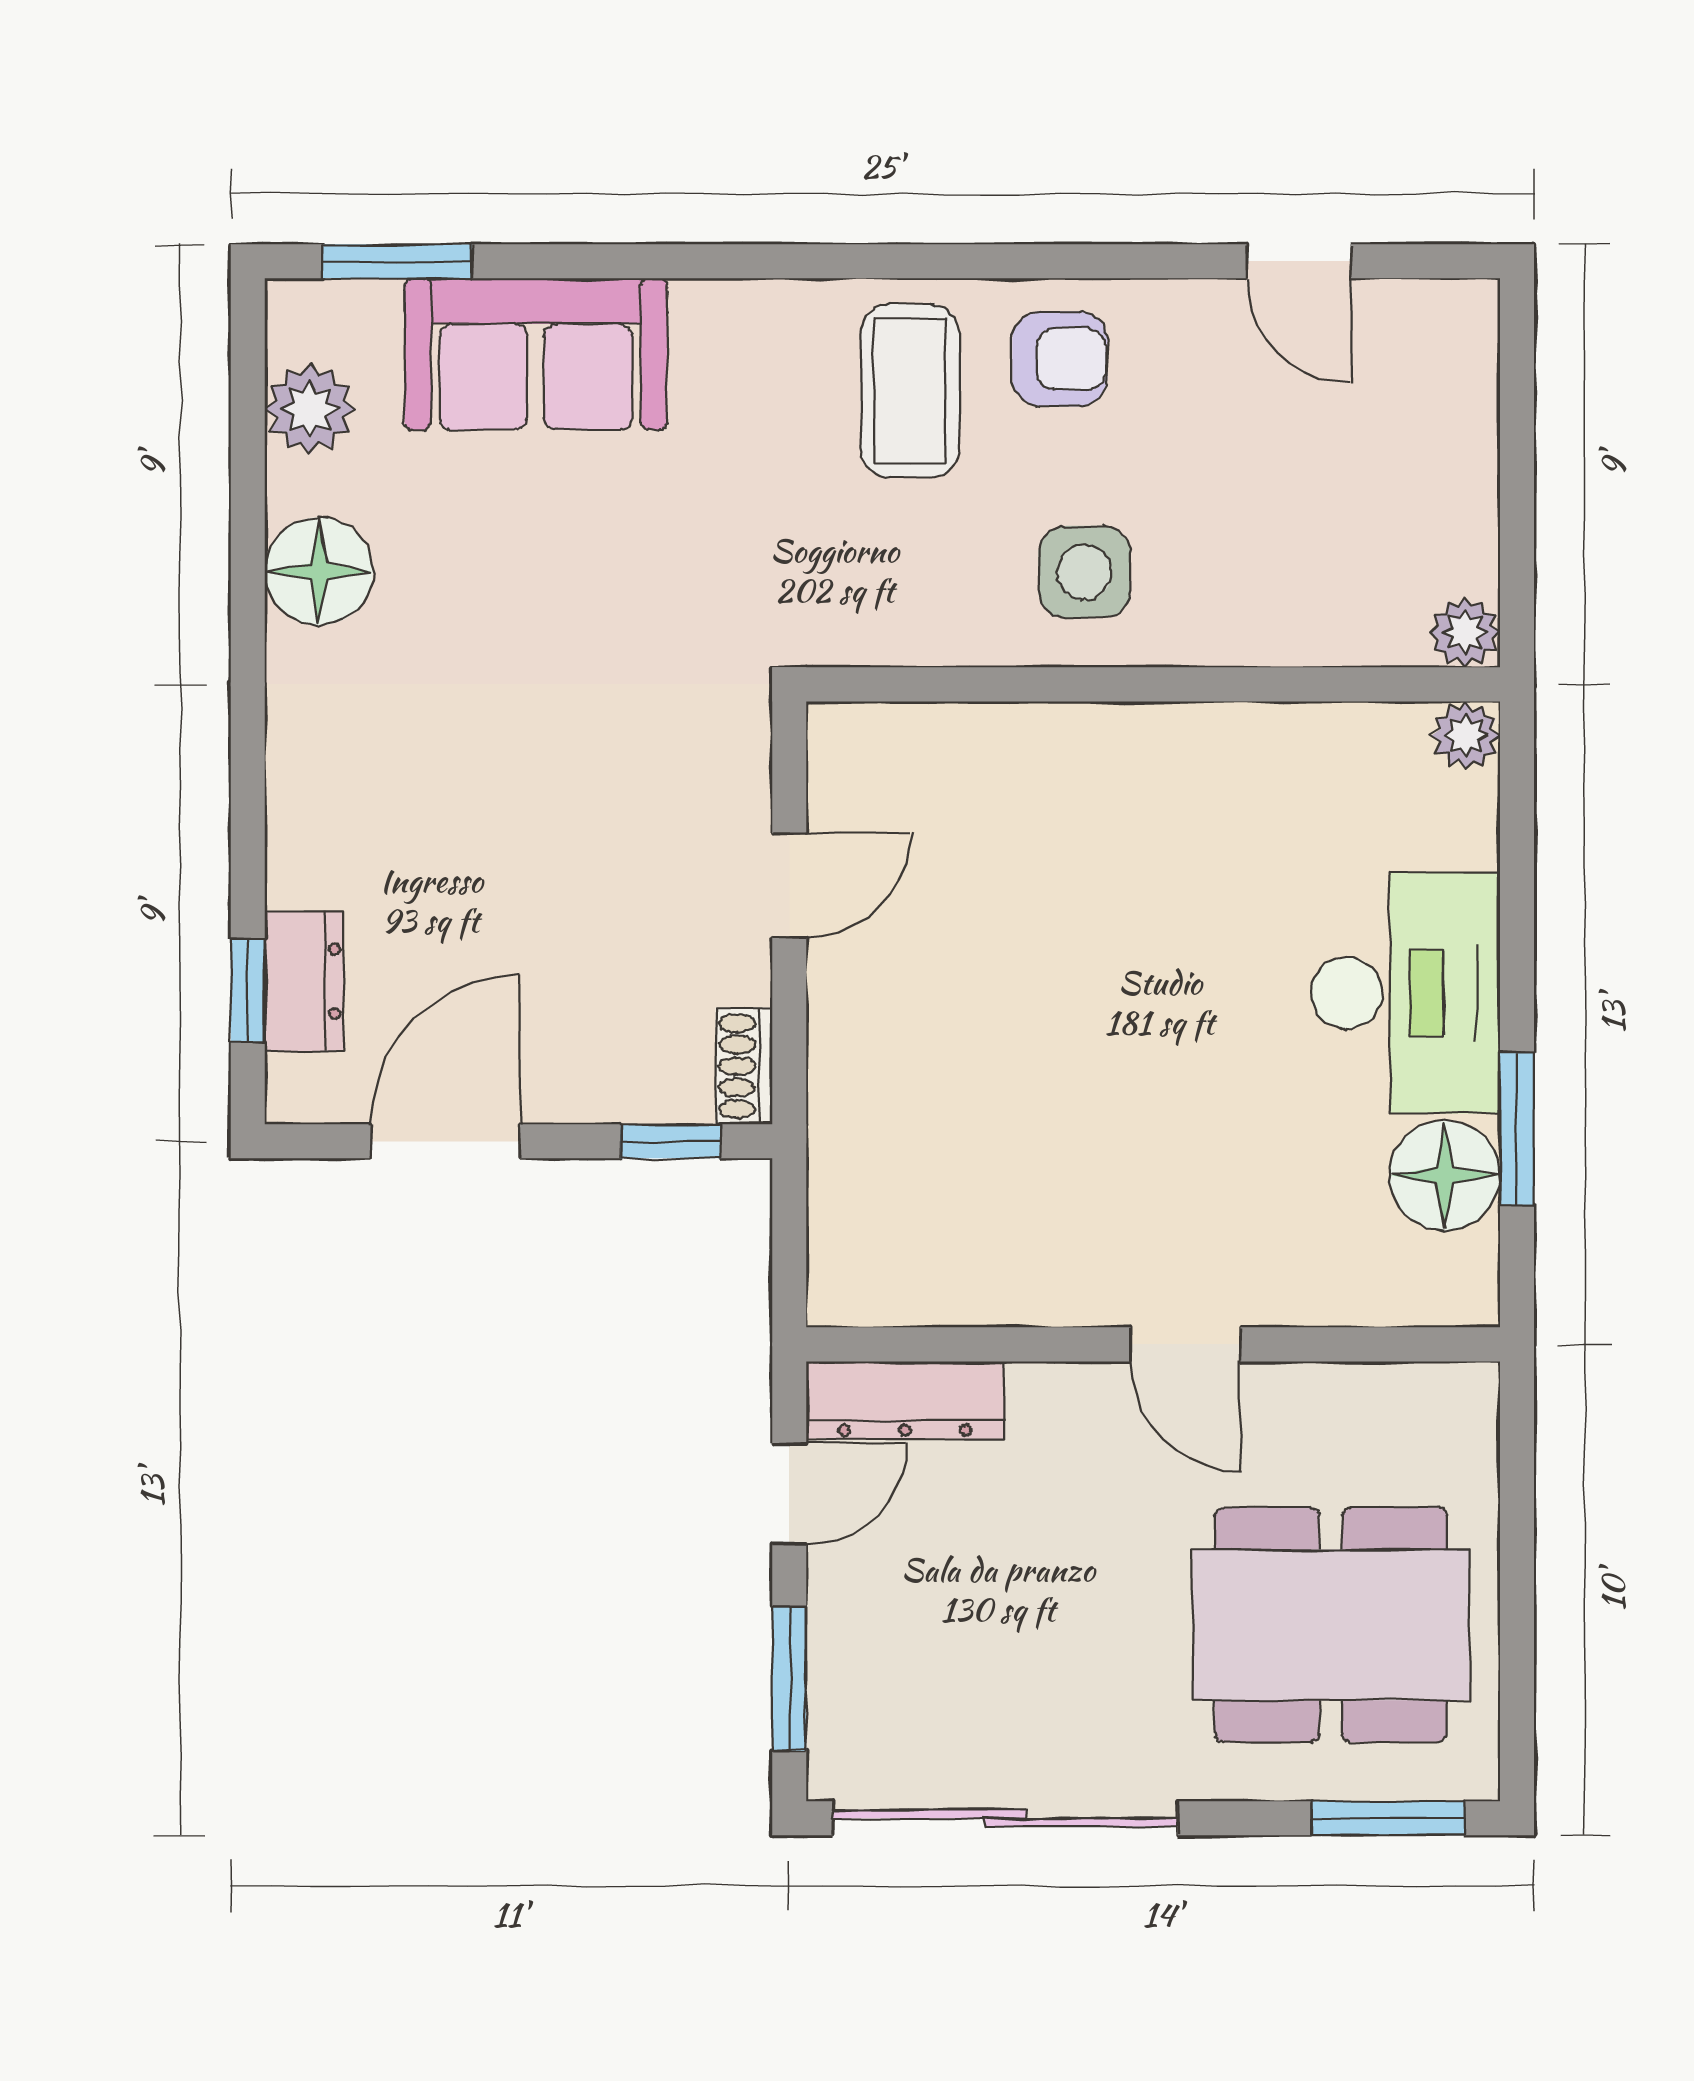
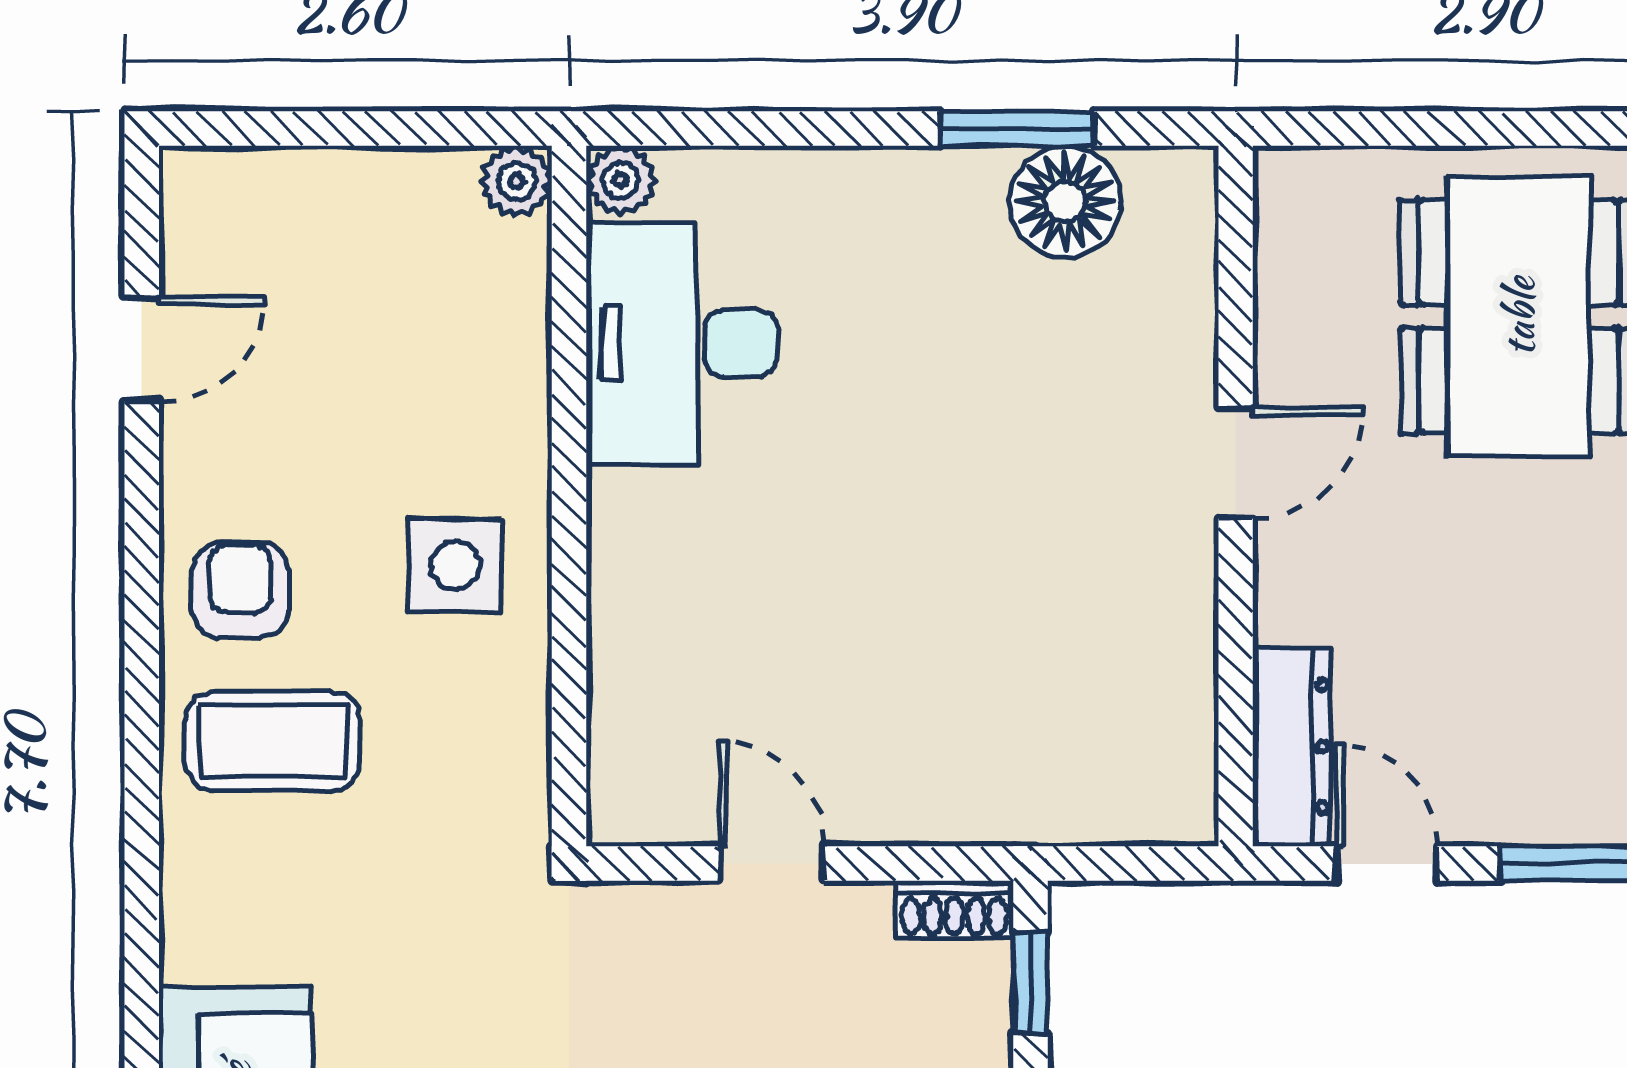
desk: (1405, 993) -> (682, 343), moved, turned -90

